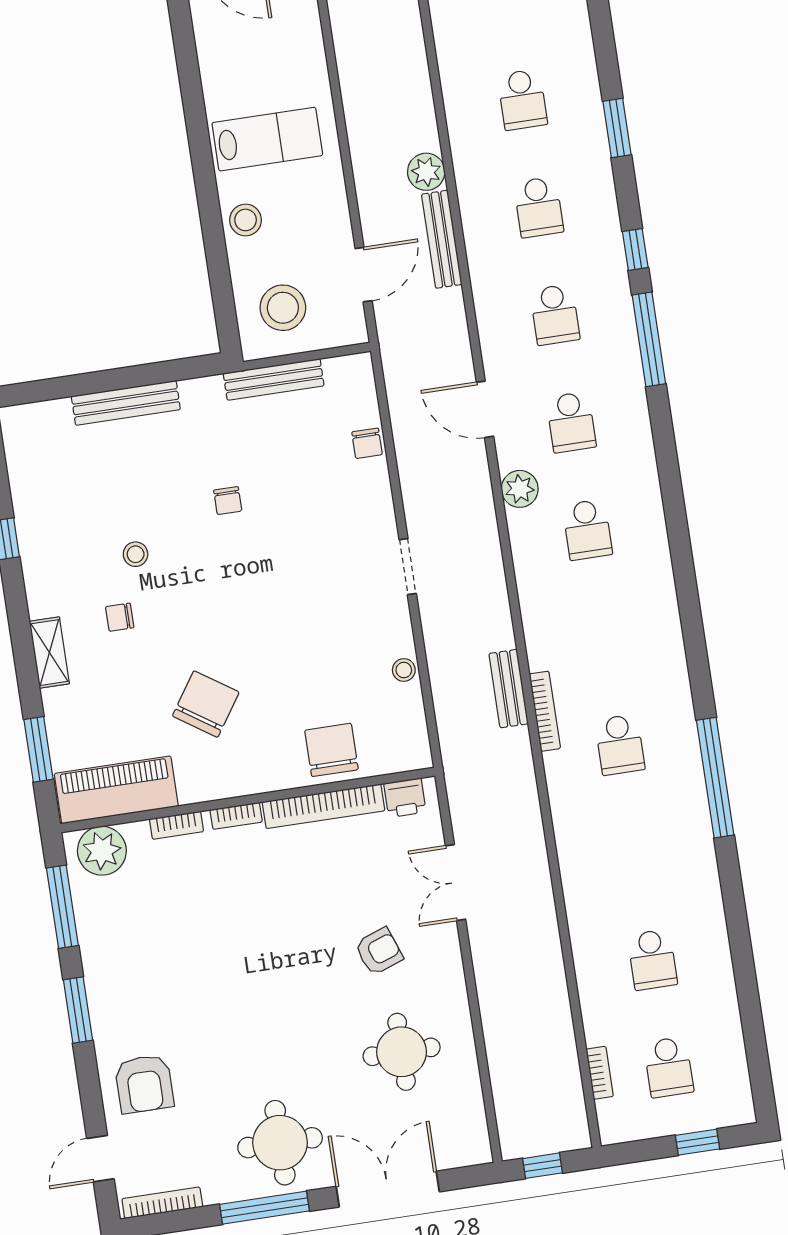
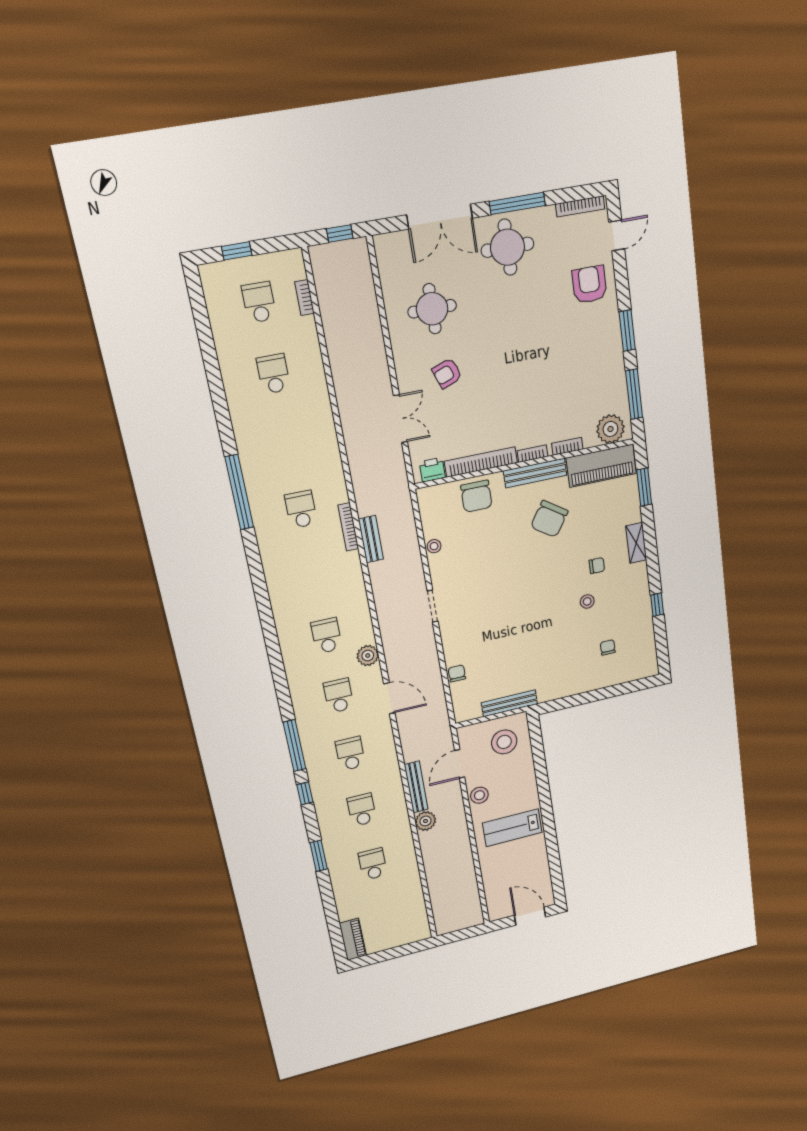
stool: (246, 220) -> (479, 795), moved
bench: (126, 403) -> (535, 473), moved
chair: (228, 501) -> (608, 647), moved

